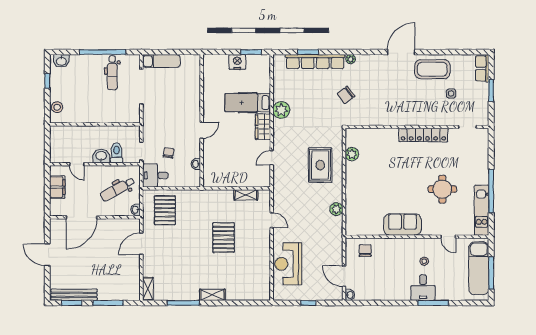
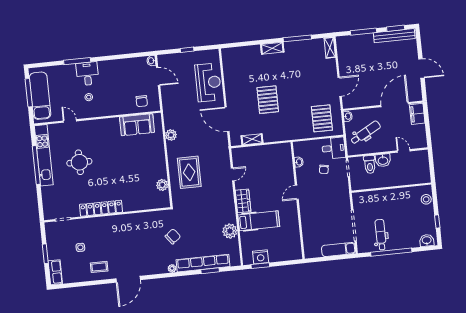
nightstand: (237, 62) -> (261, 257), moved
coffee table: (432, 69) -> (99, 267), width x0.54, depth x0.58
plant: (281, 110) -> (230, 231), moved
filing cabinet: (57, 187) -> (417, 114), moved
kitchen unit: (482, 210) -> (44, 155), width x1.36
door: (272, 220) -> (227, 119), width x1.87
sofa: (403, 225) -> (137, 125), moved

